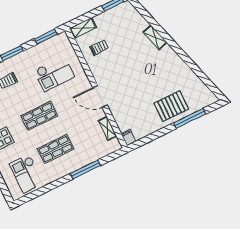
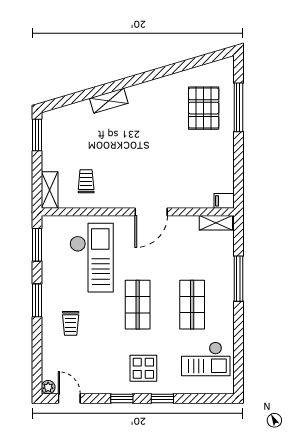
checkout: (54, 74) -> (92, 258), width x1.36, depth x1.21
pallet: (171, 106) -> (204, 108), moved
shelving: (107, 128) -> (216, 223), moved

